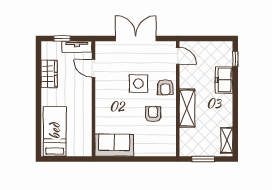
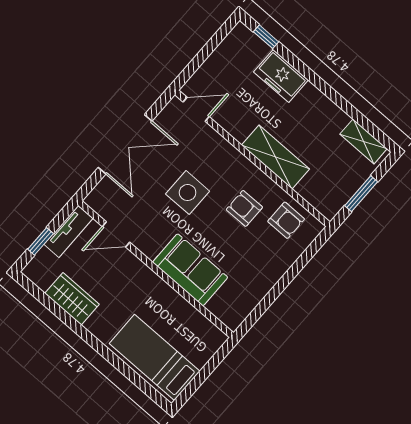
double door: (136, 38) -> (125, 144), swing flipped
armchair: (165, 87) -> (286, 220), moved
sofa: (114, 145) -> (190, 270), moved, turned 90

